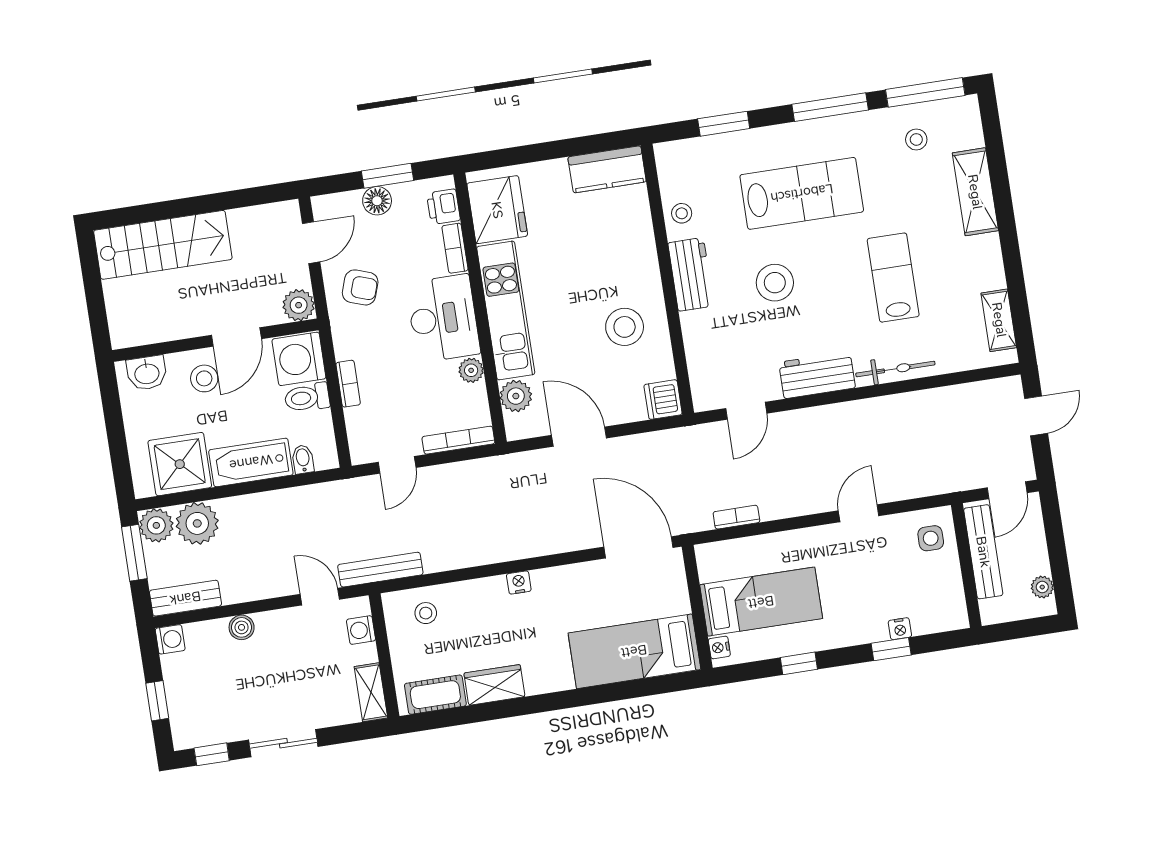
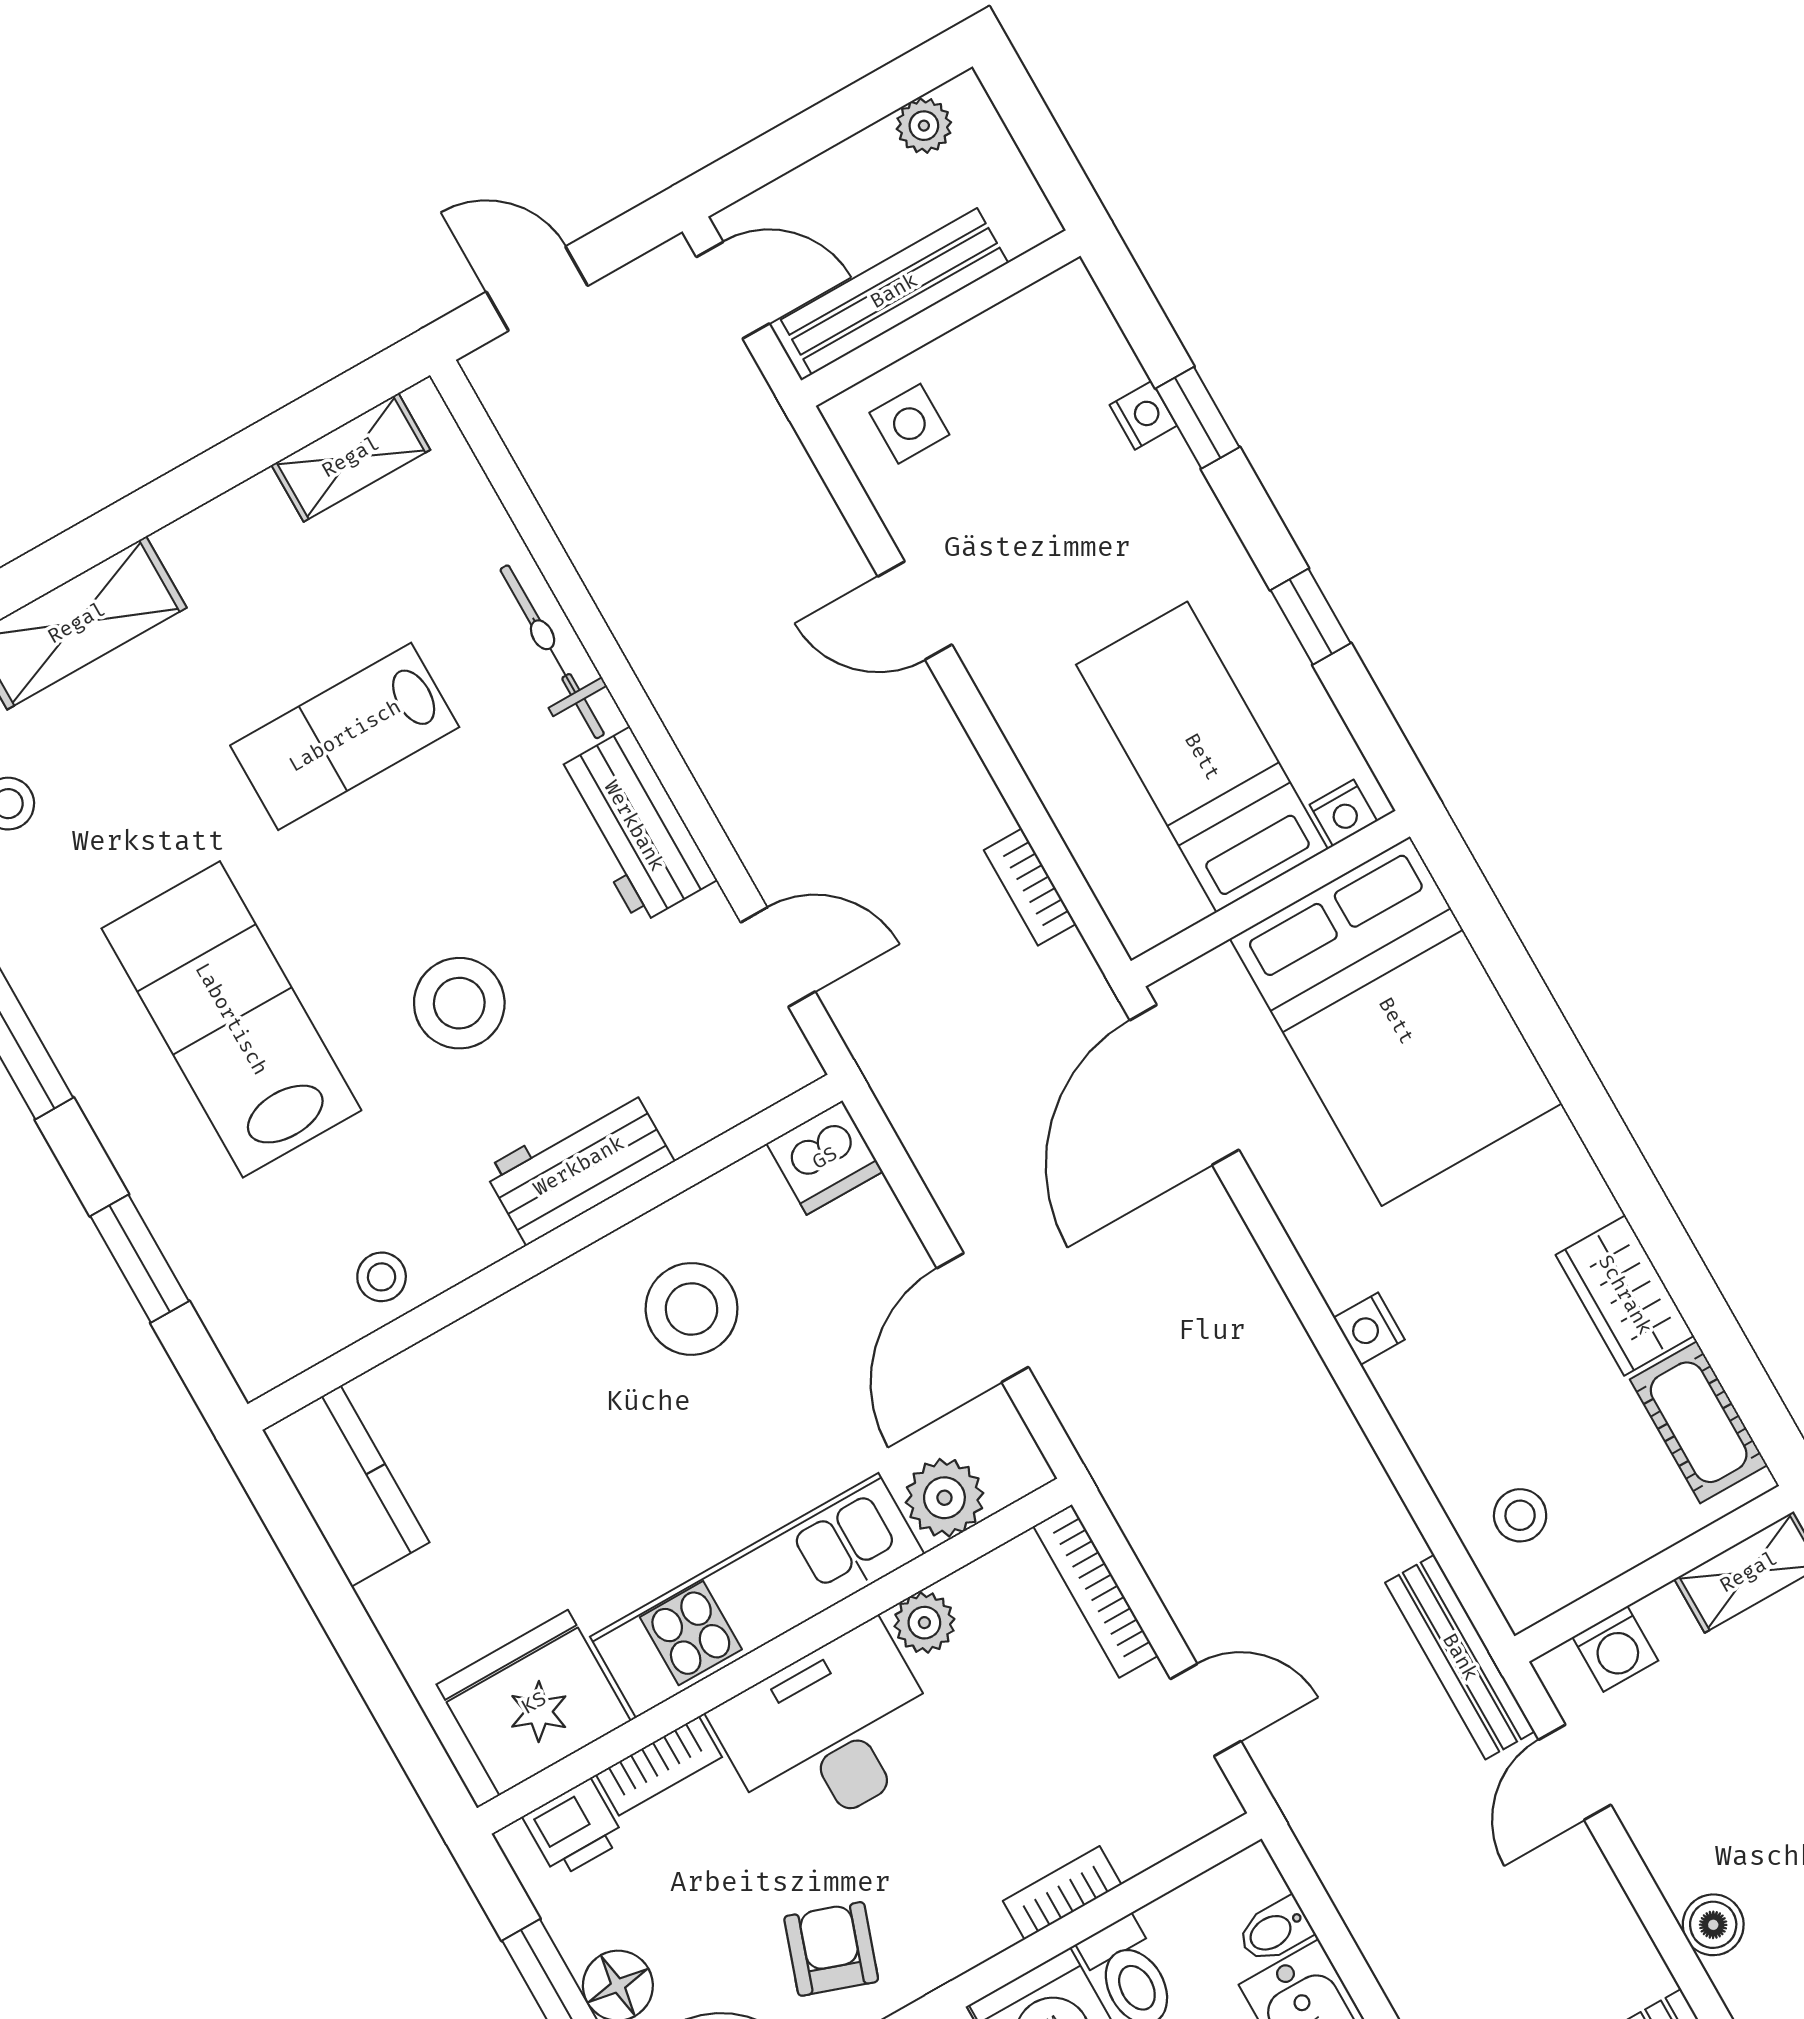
workbench: (691, 274) -> (579, 1166), moved
bed: (634, 651) -> (1396, 1021), width x1.50

